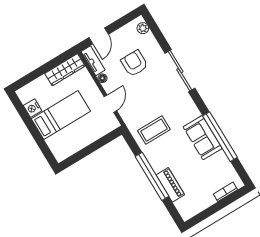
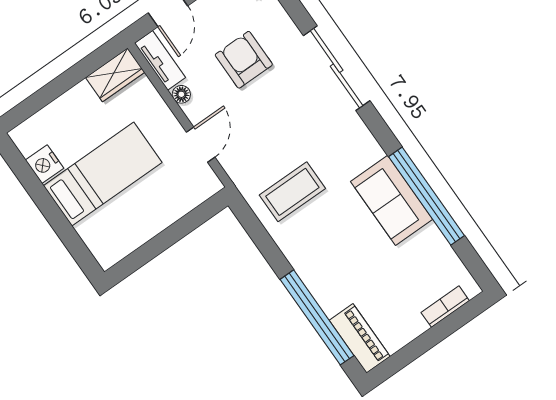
wardrobe: (65, 70) -> (115, 75), width x0.67
window: (152, 176) -> (317, 317), moved
piano: (170, 185) -> (360, 338), moved

